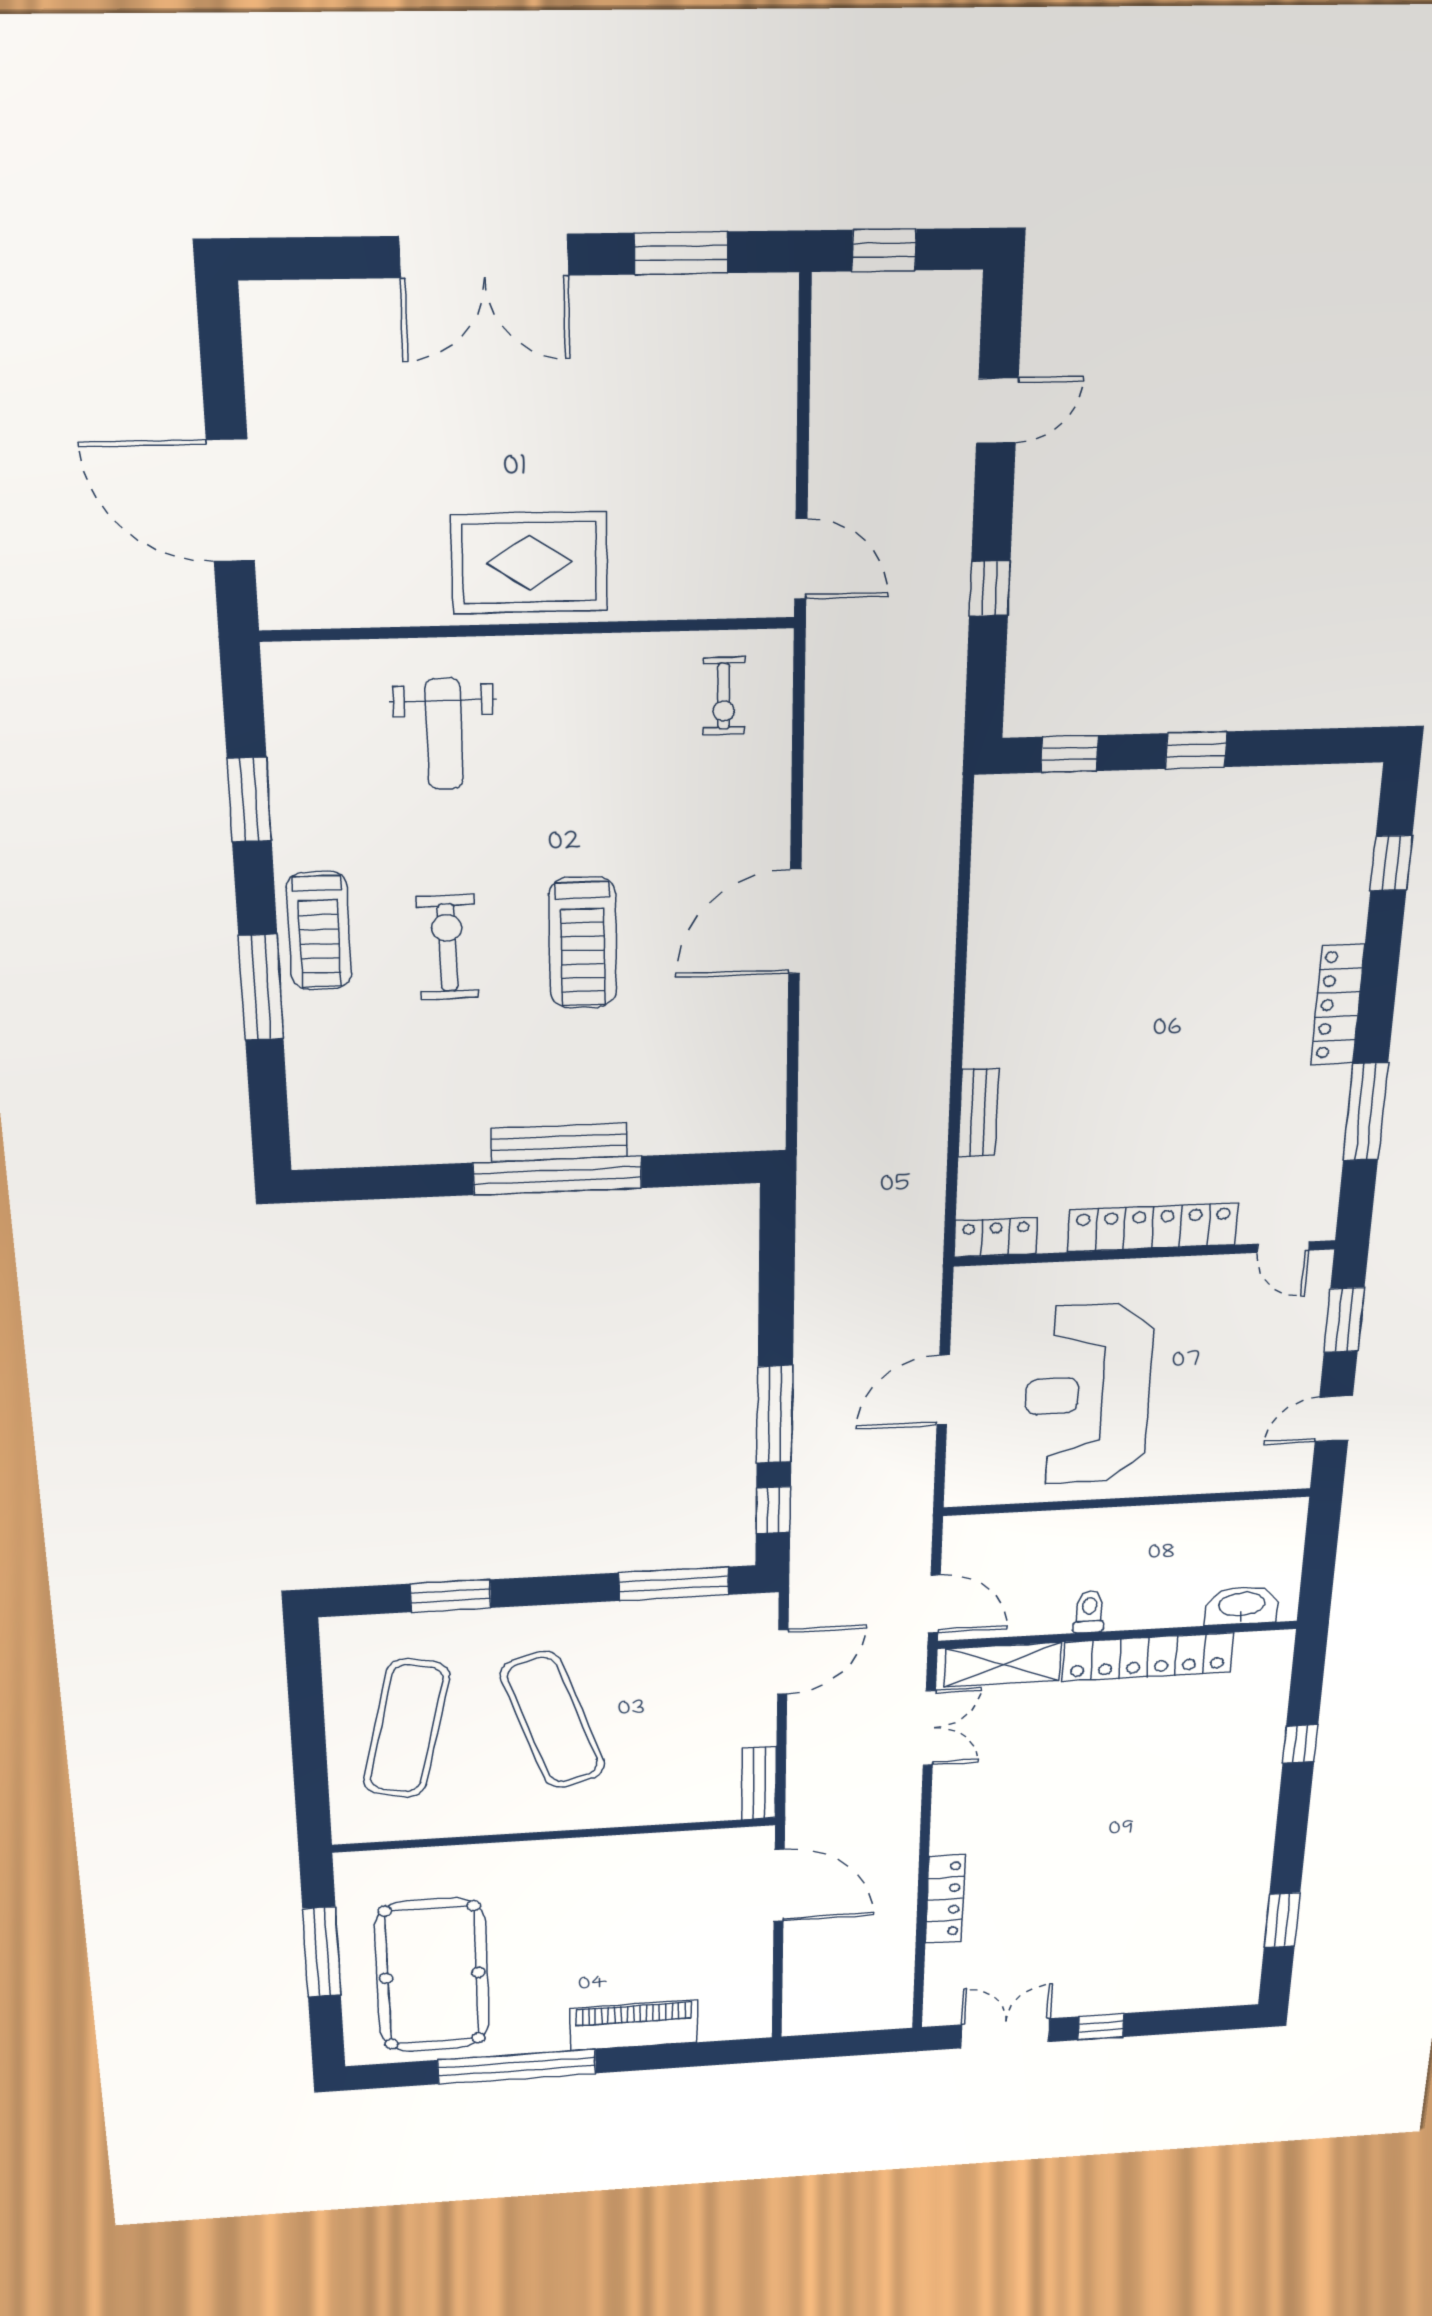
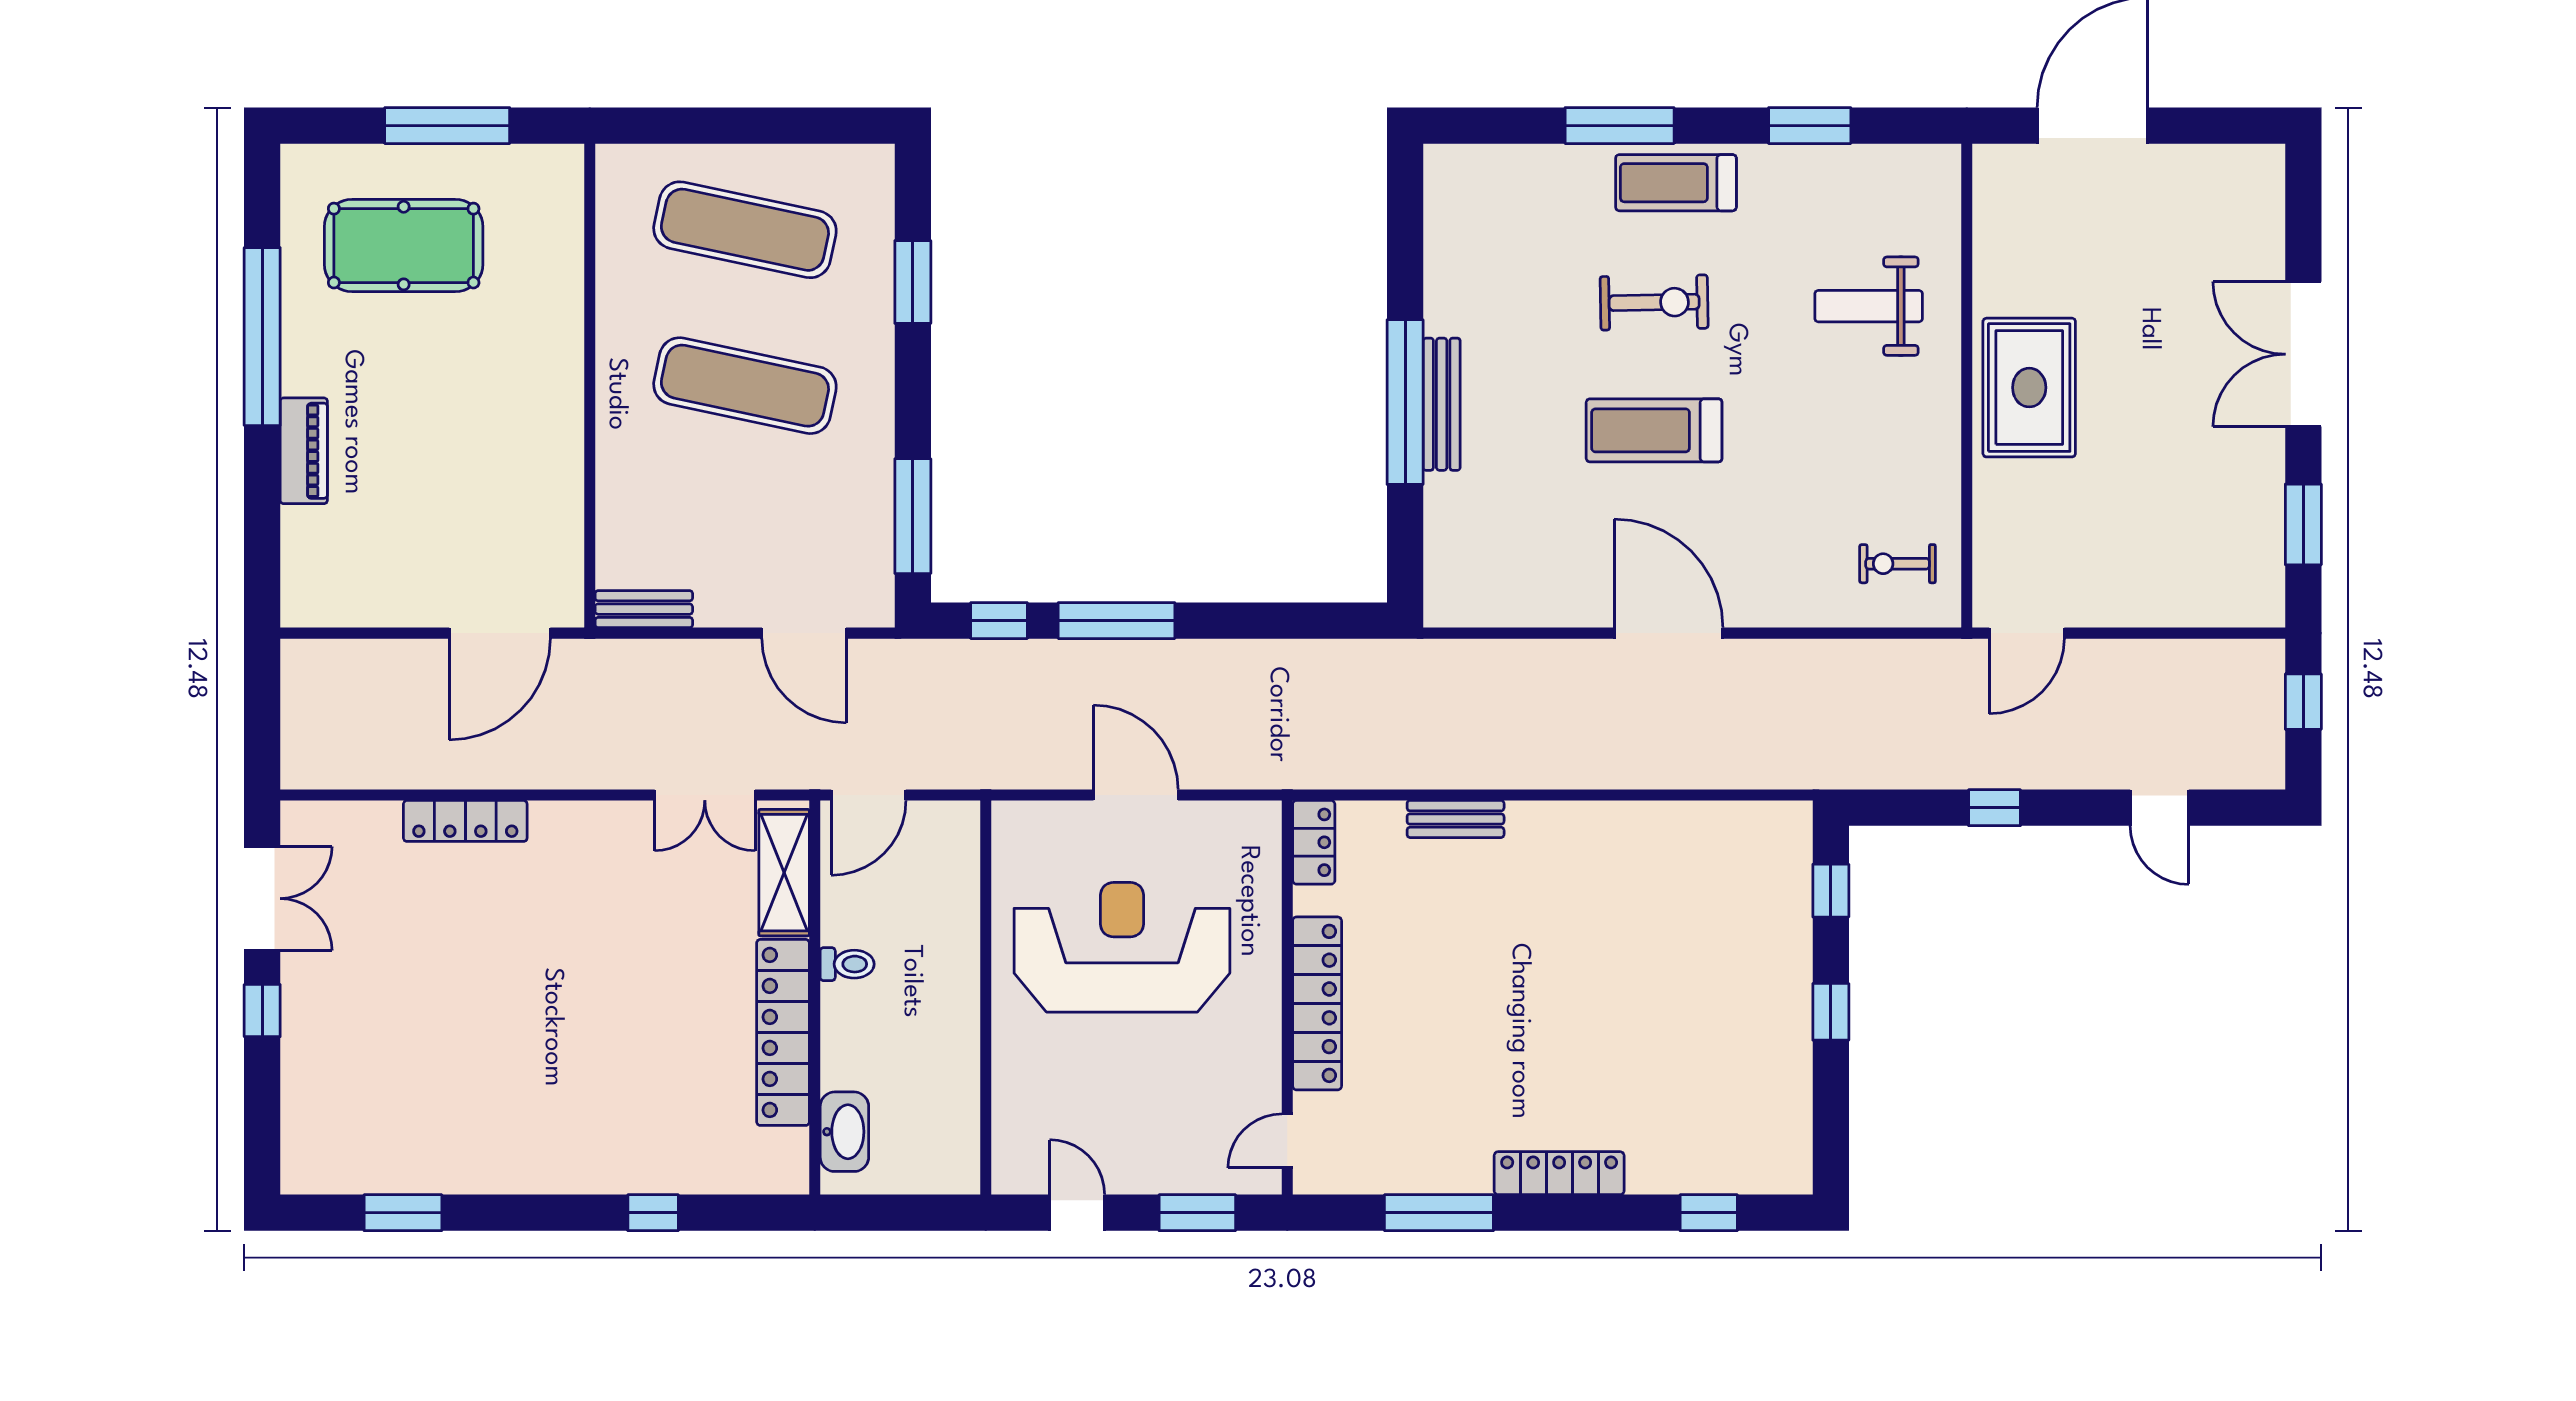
exercise mat: (553, 1720) -> (745, 386), turned 30
pool table: (432, 1975) -> (404, 246), width x0.73, depth x0.76
piano: (634, 2025) -> (304, 451), width x0.73, depth x0.75

